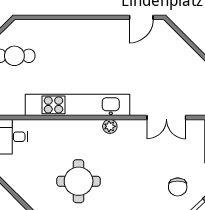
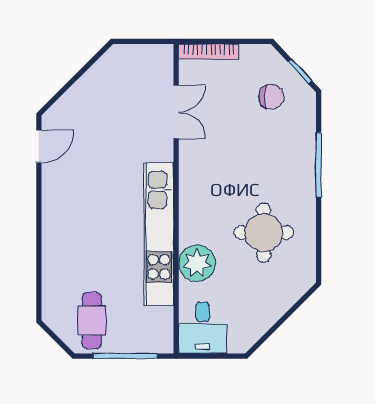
door: (141, 17) -> (39, 147), hinge flipped
plant: (110, 126) -> (197, 263), moved, width x1.88, depth x1.88

